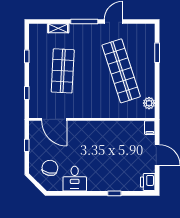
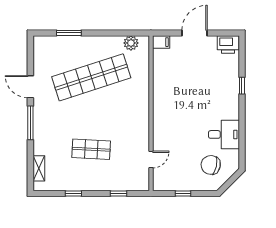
shelving: (58, 28) -> (39, 168), moved
shop shelf: (63, 71) -> (91, 149), width x0.70, depth x0.74
door: (54, 119) -> (151, 160), width x0.53

